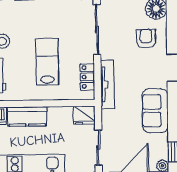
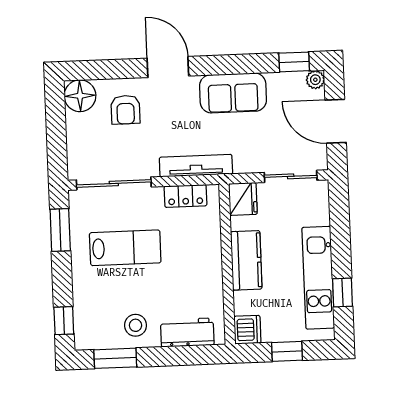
armchair: (146, 39) -> (125, 110), turned -90
lab bench: (47, 62) -> (125, 248), moved, turned 180
kitchen counter: (27, 117) -> (246, 260), moved

